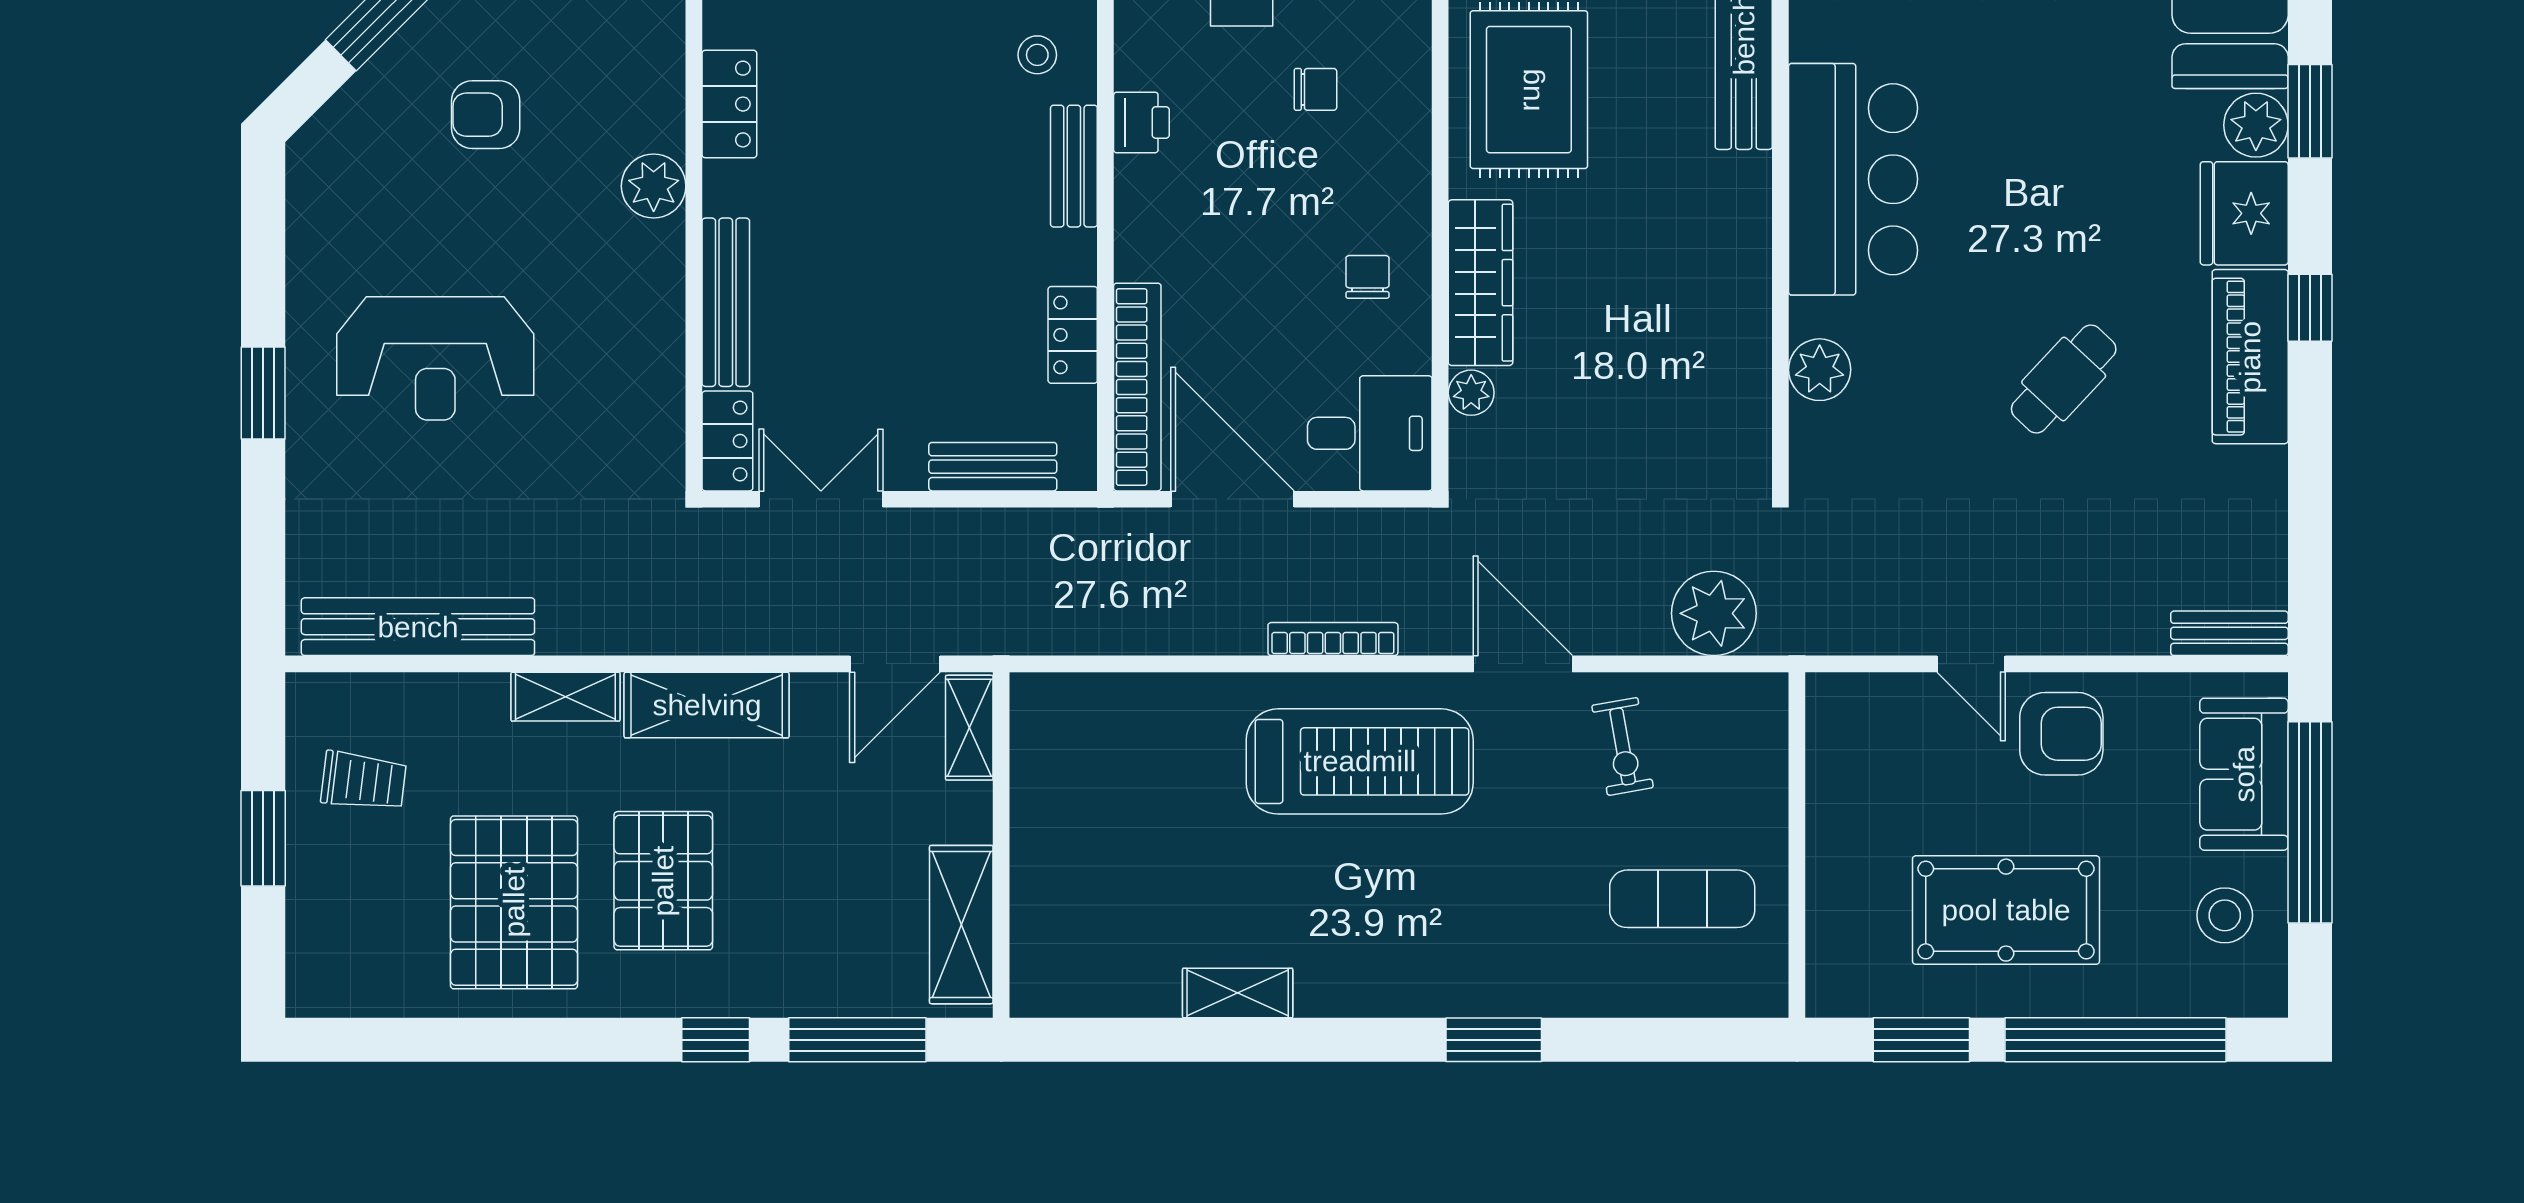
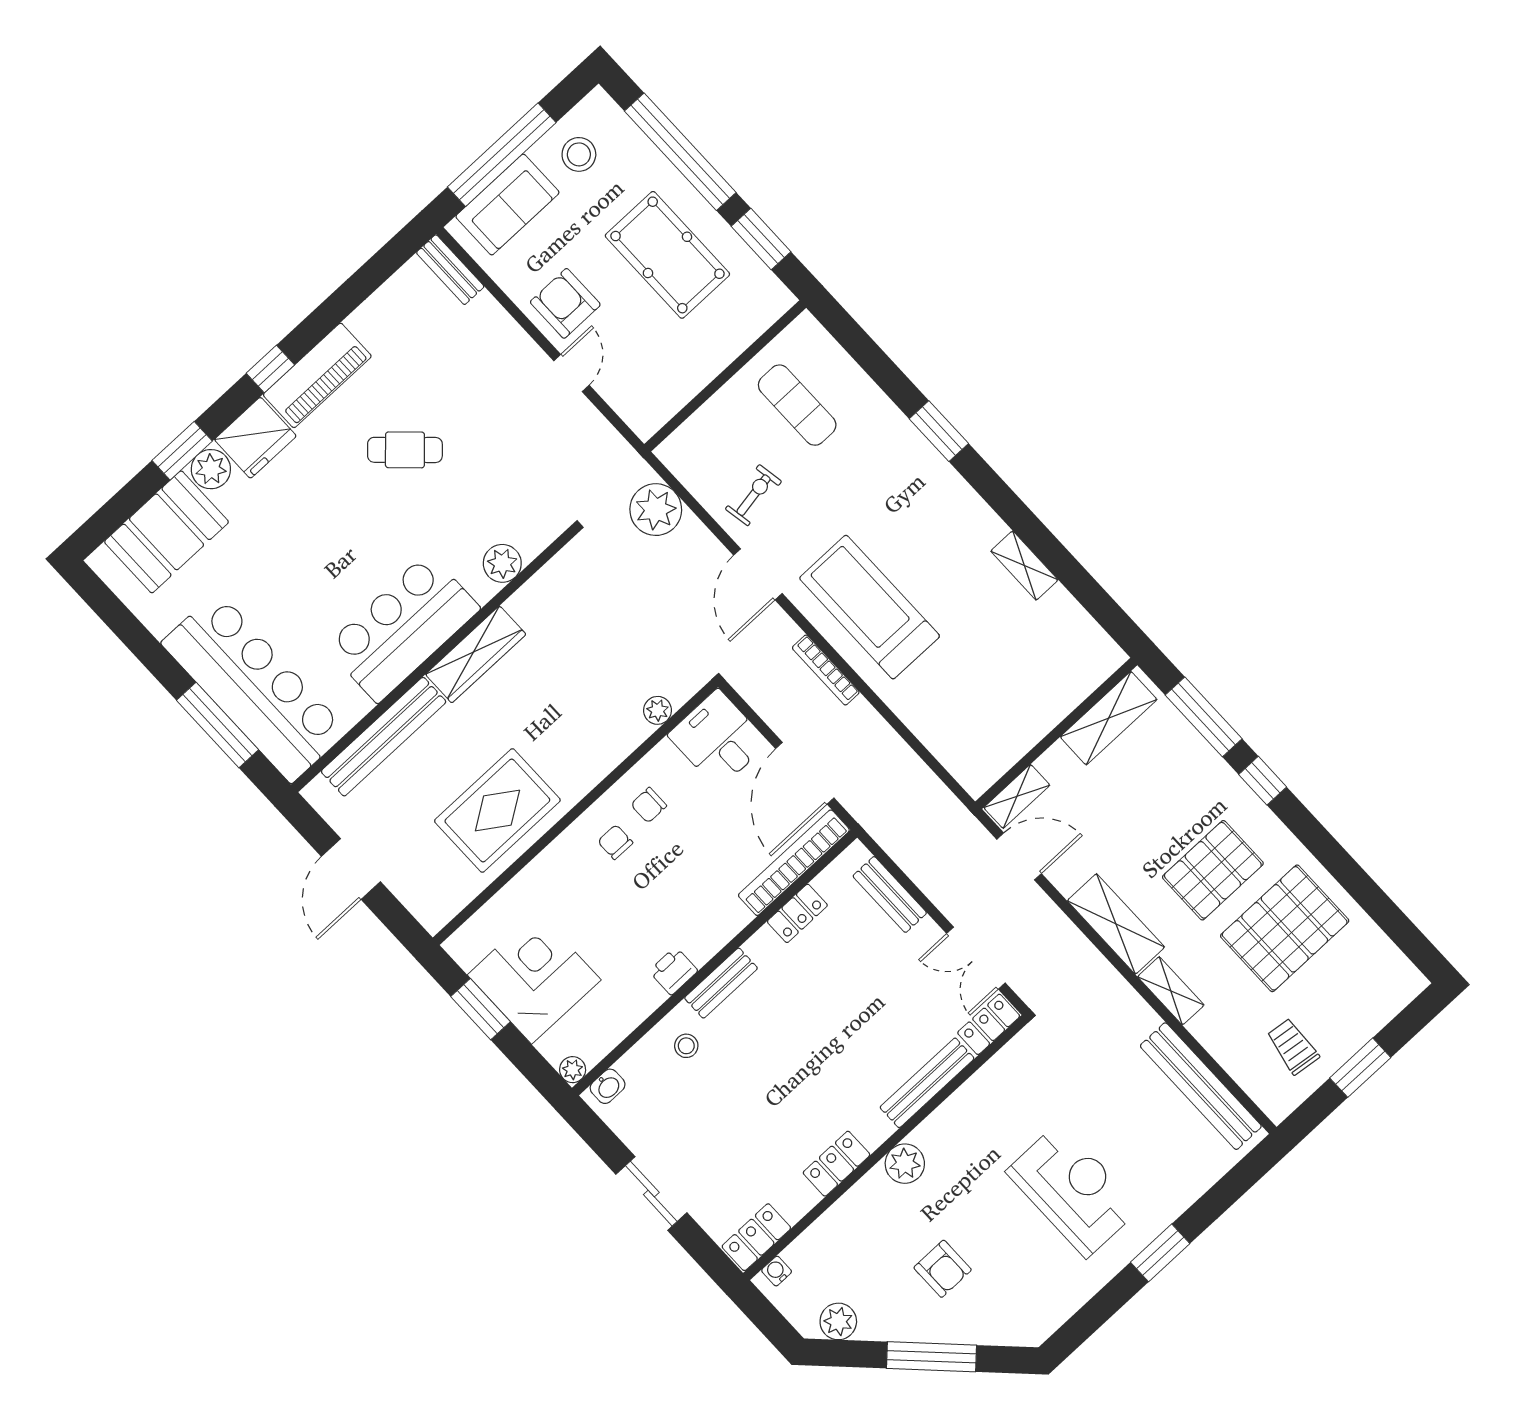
chair: (1315, 89) -> (615, 842), moved
wardrobe: (1480, 283) -> (476, 654), moved, turned 180

